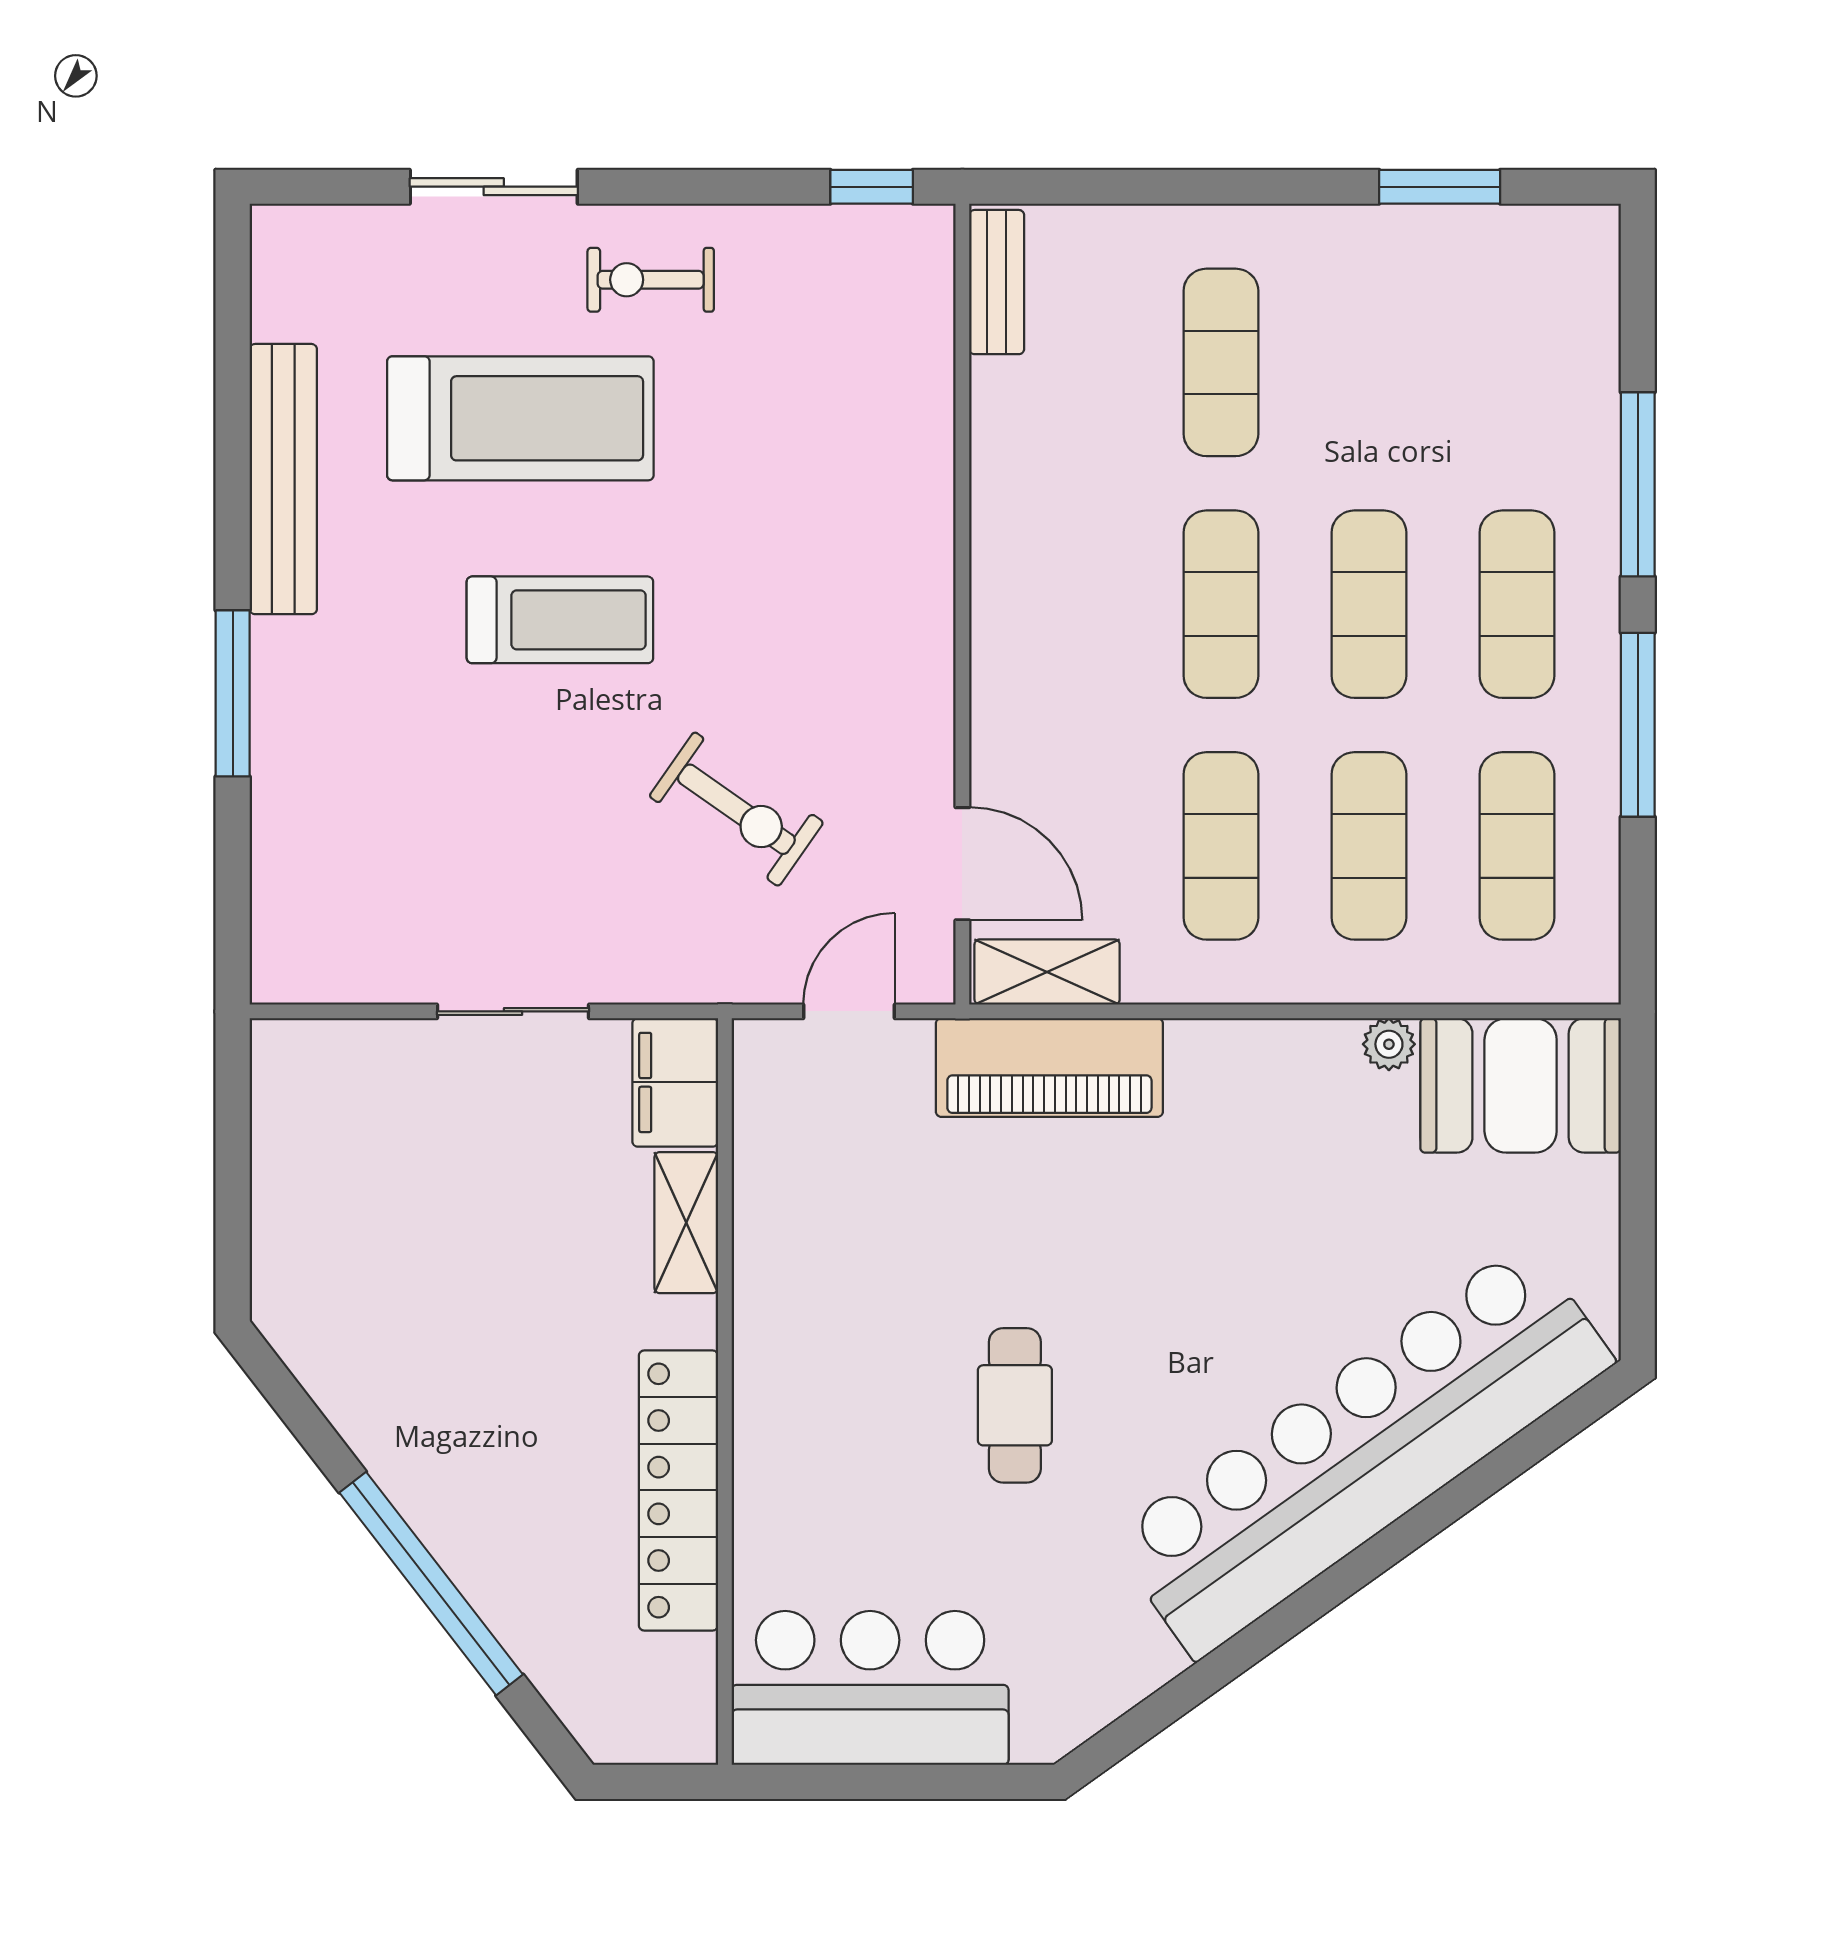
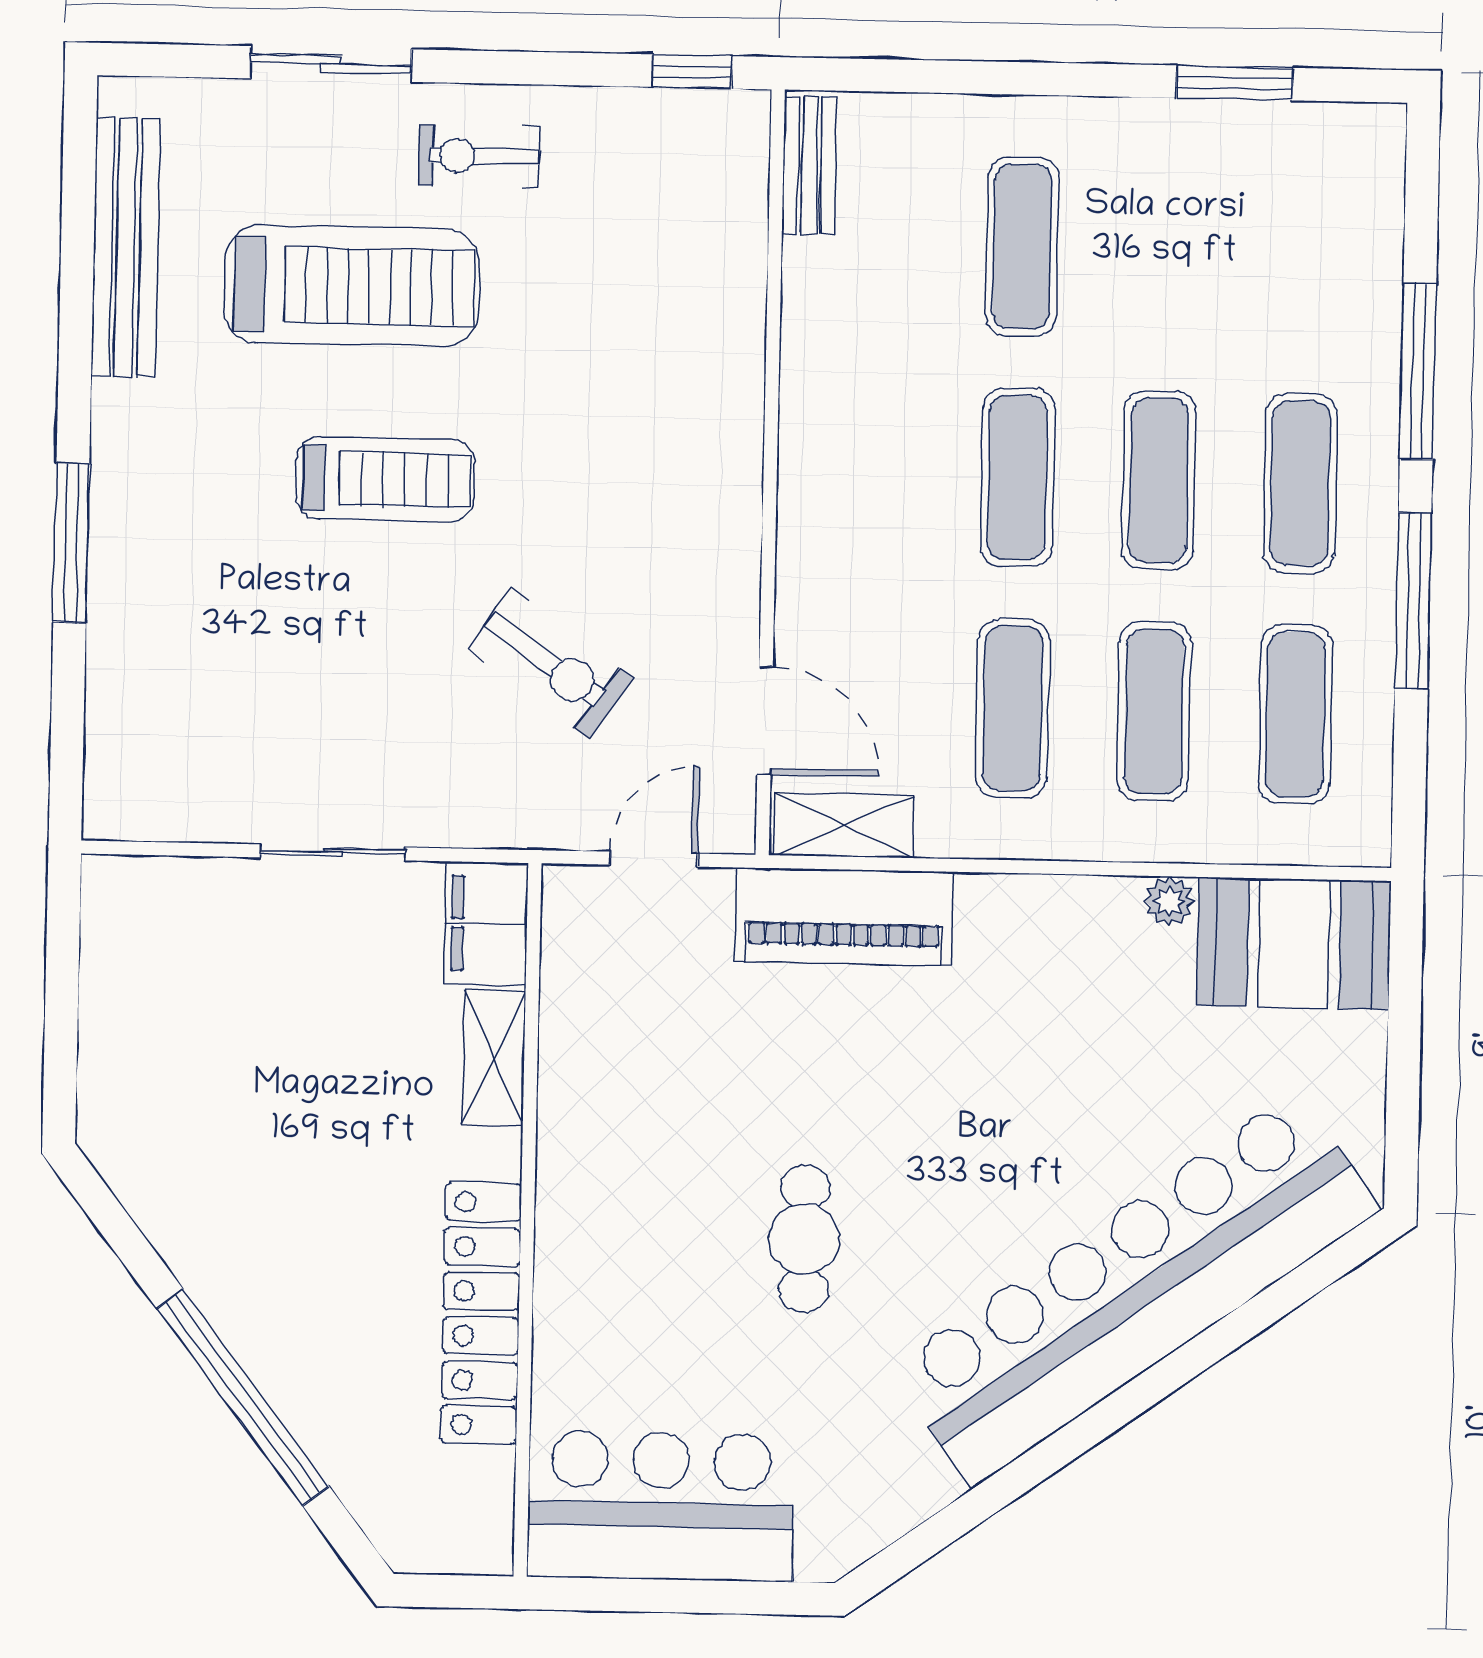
bench: (283, 479) -> (126, 247), moved

